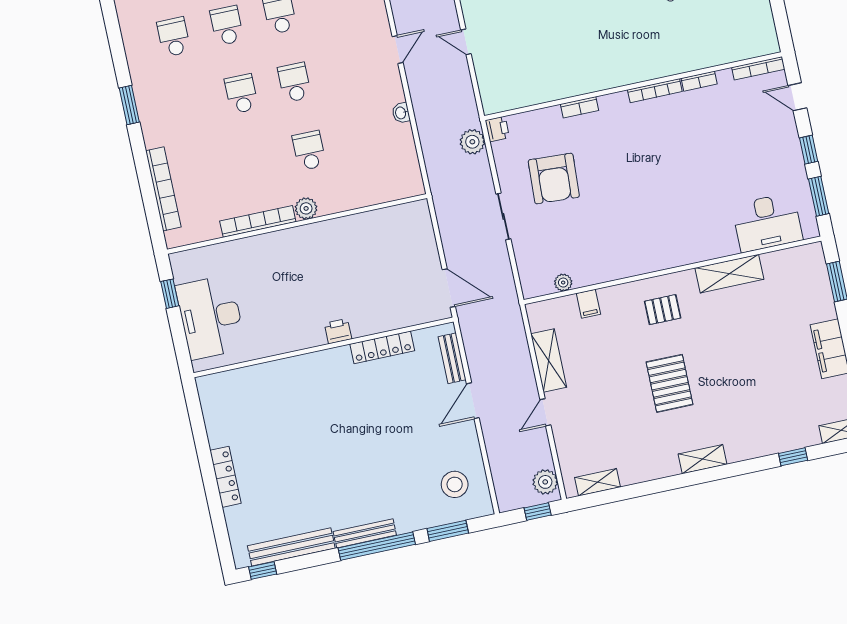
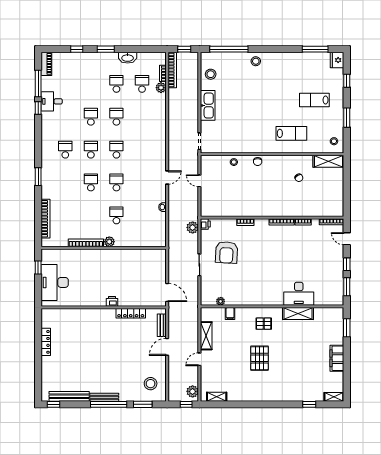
desk: (767, 222) -> (299, 294), moved
shelving: (703, 459) -> (267, 396), removed
locker: (225, 477) -> (46, 342), moved

